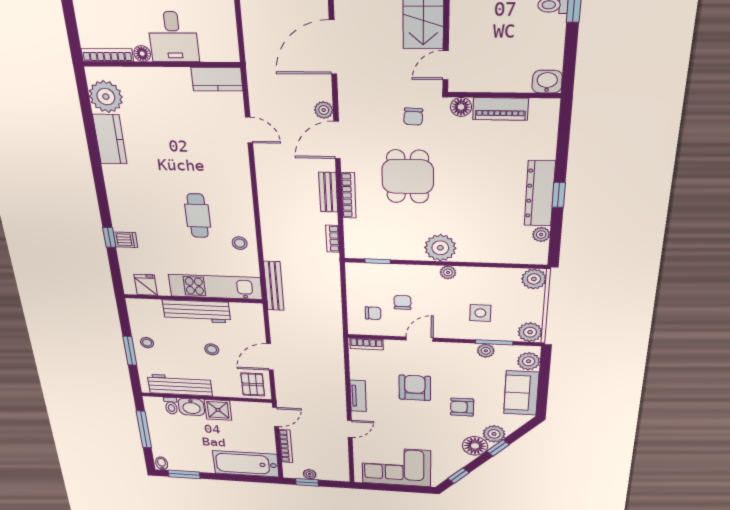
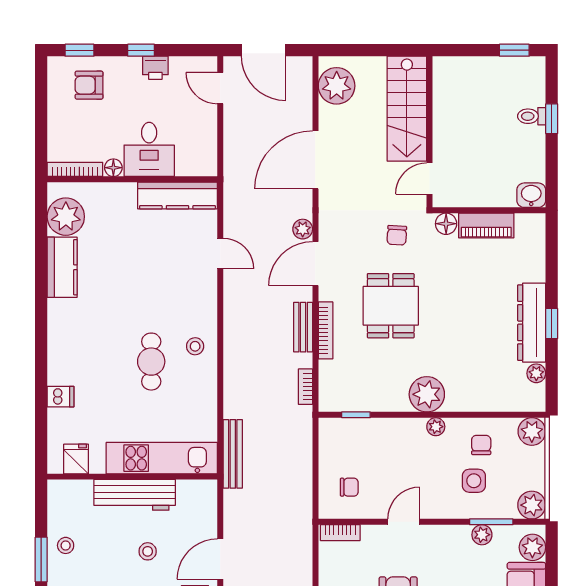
kitchen counter: (217, 79) -> (177, 196), width x1.50
window: (109, 237) -> (41, 394), removed
stool: (240, 243) -> (195, 346), moved
chair: (402, 302) -> (481, 445), moved

